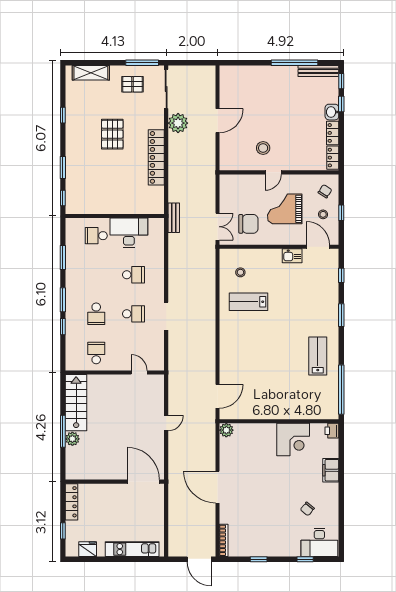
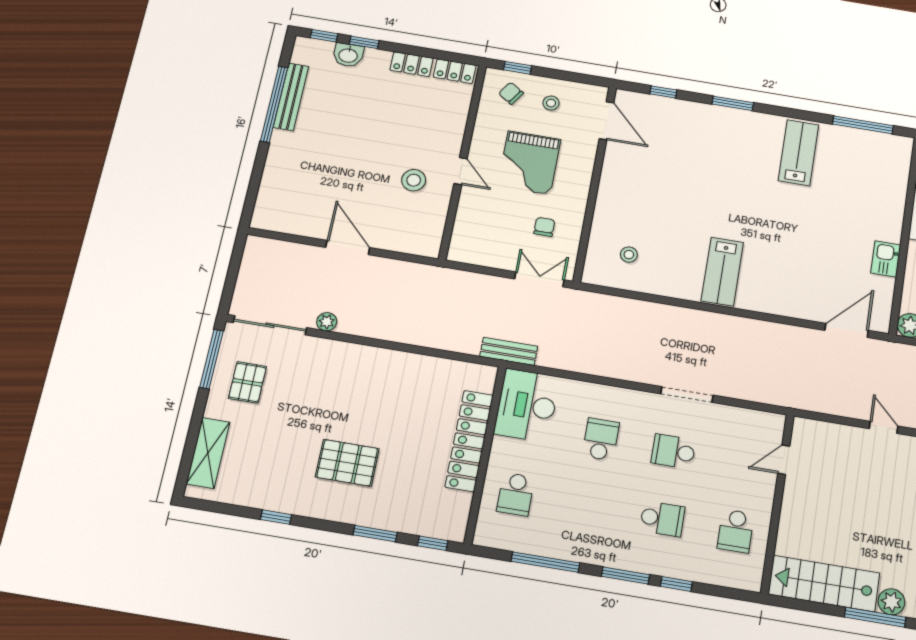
bench: (318, 71) -> (291, 97), moved
washbasin: (332, 112) -> (348, 55), moved
plant: (178, 123) -> (327, 322), width x0.53, depth x0.53
pallet: (112, 134) -> (347, 463), moved
locker: (156, 157) -> (469, 441), moved, turned 90
window: (341, 213) -> (518, 68), moved
chair: (248, 224) -> (544, 227), width x0.54, depth x0.54
desk: (129, 233) -> (527, 405), moved
door: (318, 247) -> (606, 121), swing flipped
kitchen sink: (292, 256) -> (886, 259), moved, turned 180
window: (63, 257) -> (545, 562), width x1.44
lab bench: (249, 302) -> (722, 272), moved
school desk: (134, 314) -> (673, 451), turned -90
school desk: (96, 353) -> (736, 531), turned -90
lab bench: (318, 356) -> (798, 153), turned 90
window: (341, 390) -> (863, 125), width x0.68
door: (217, 396) -> (847, 330), hinge flipped

